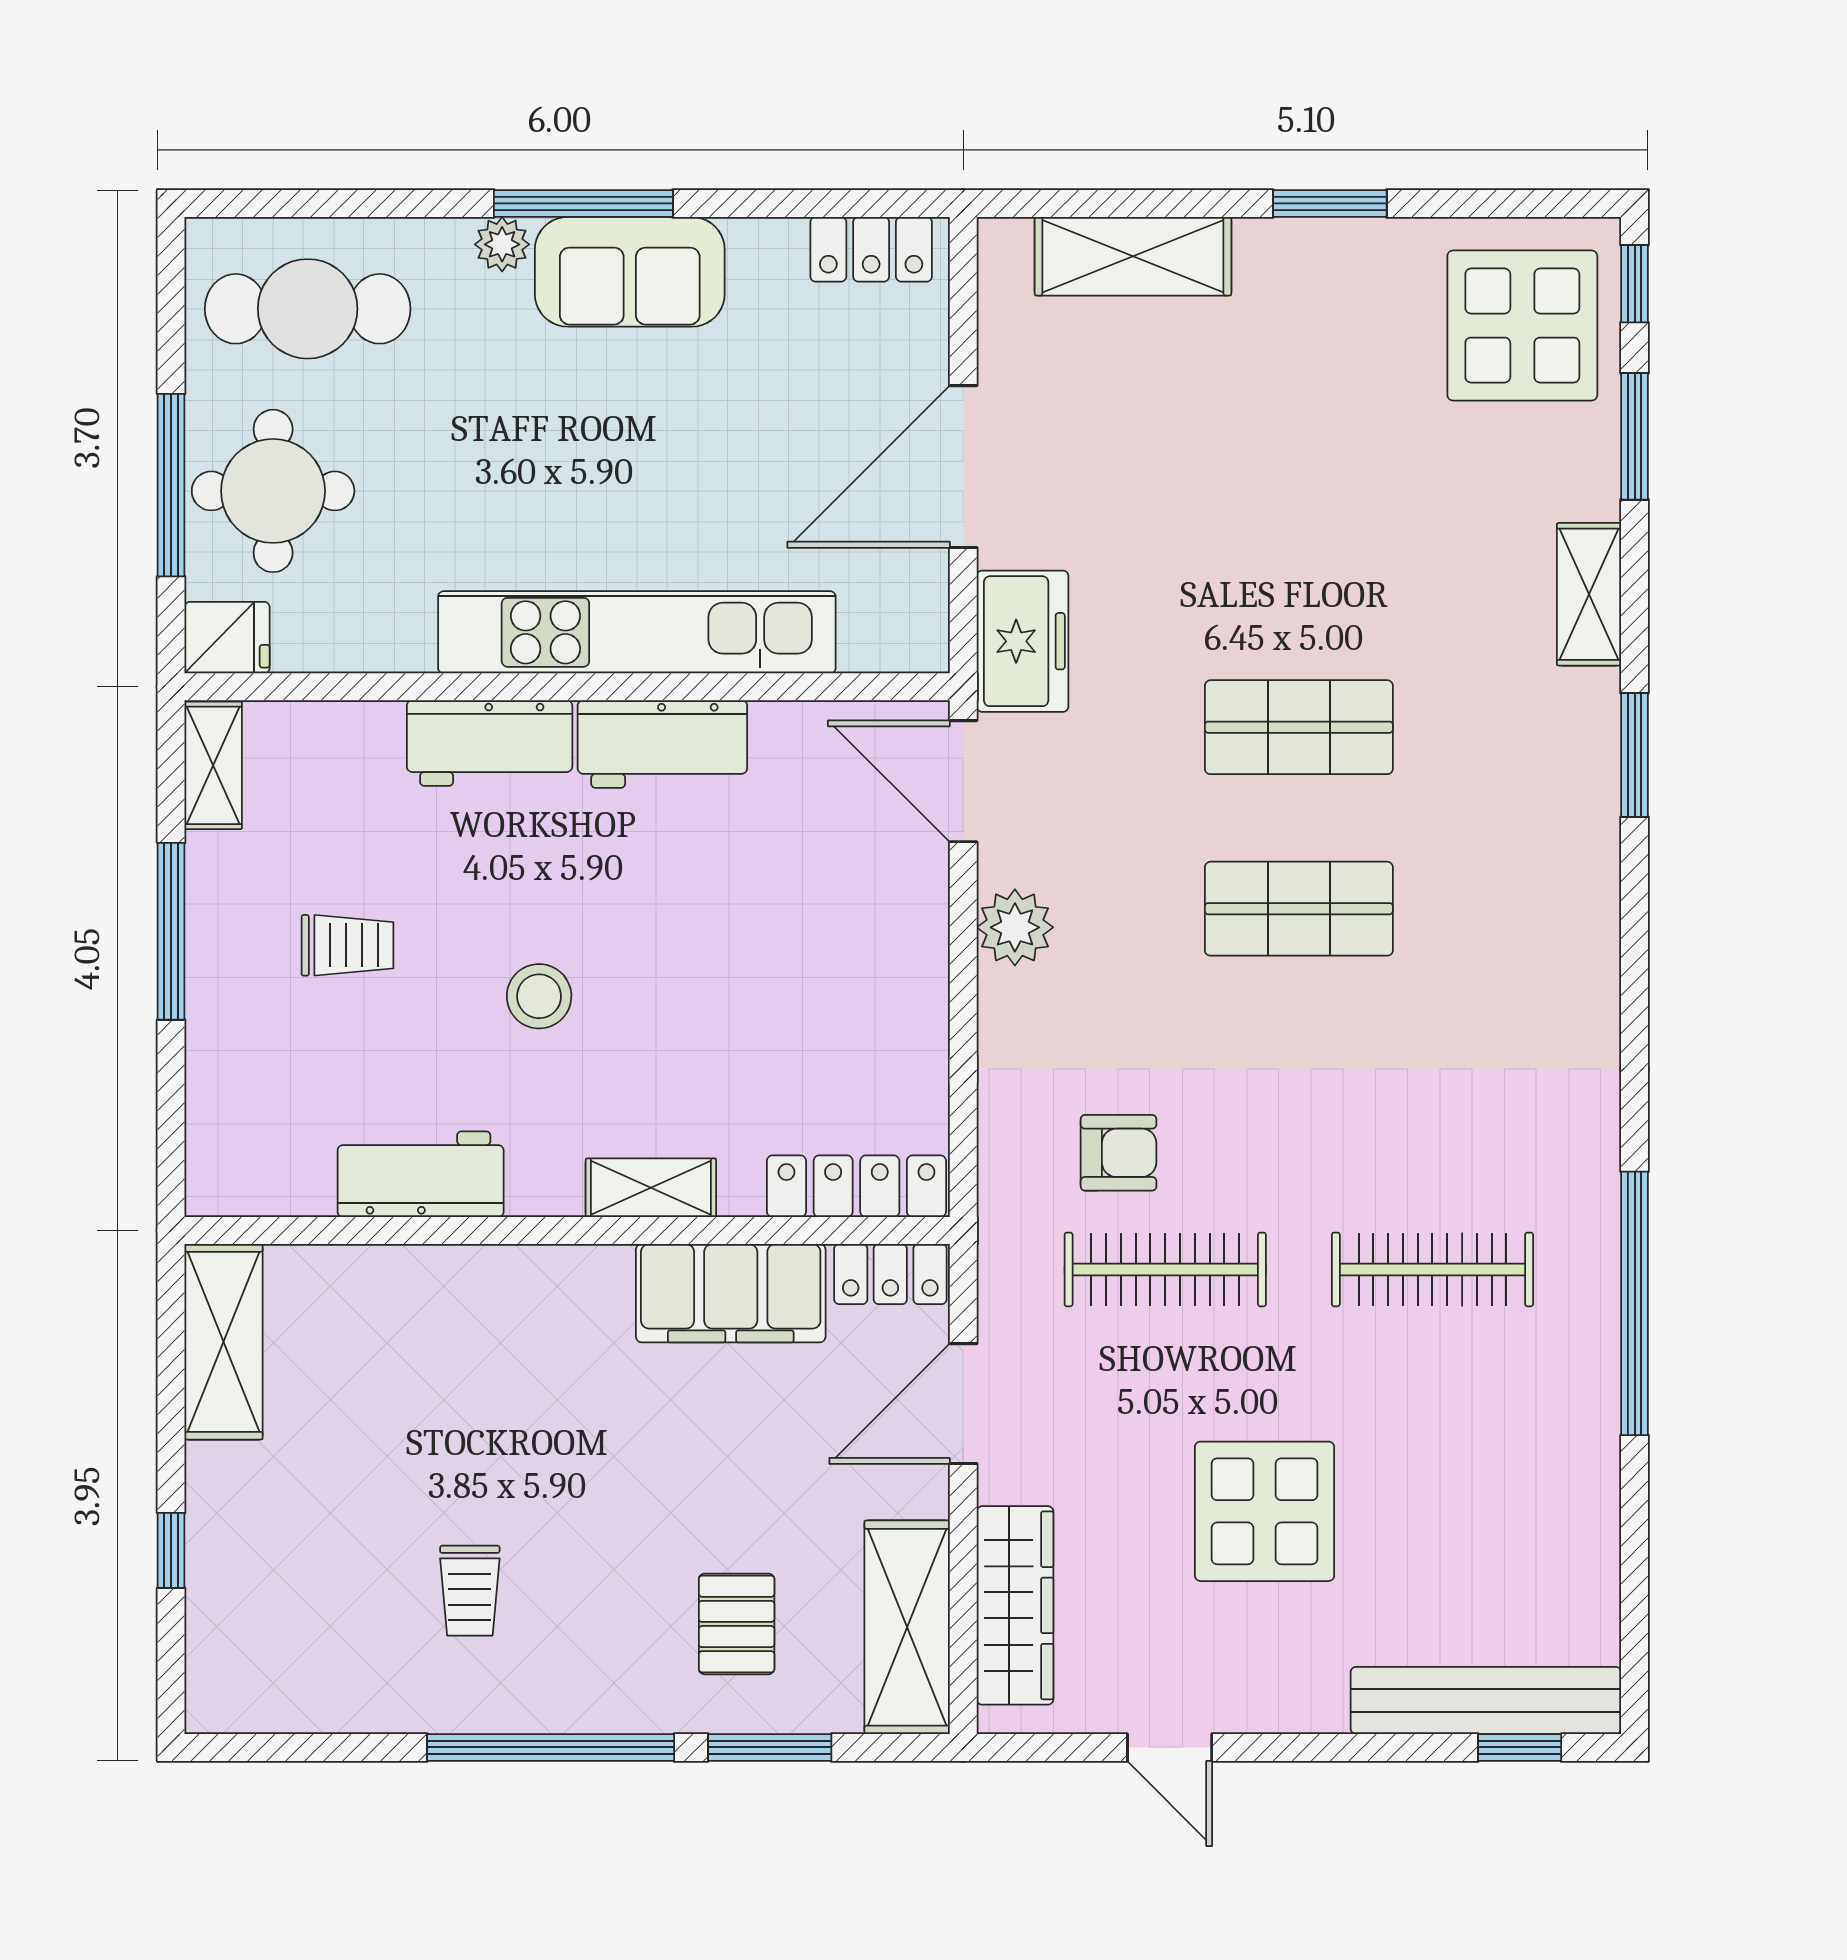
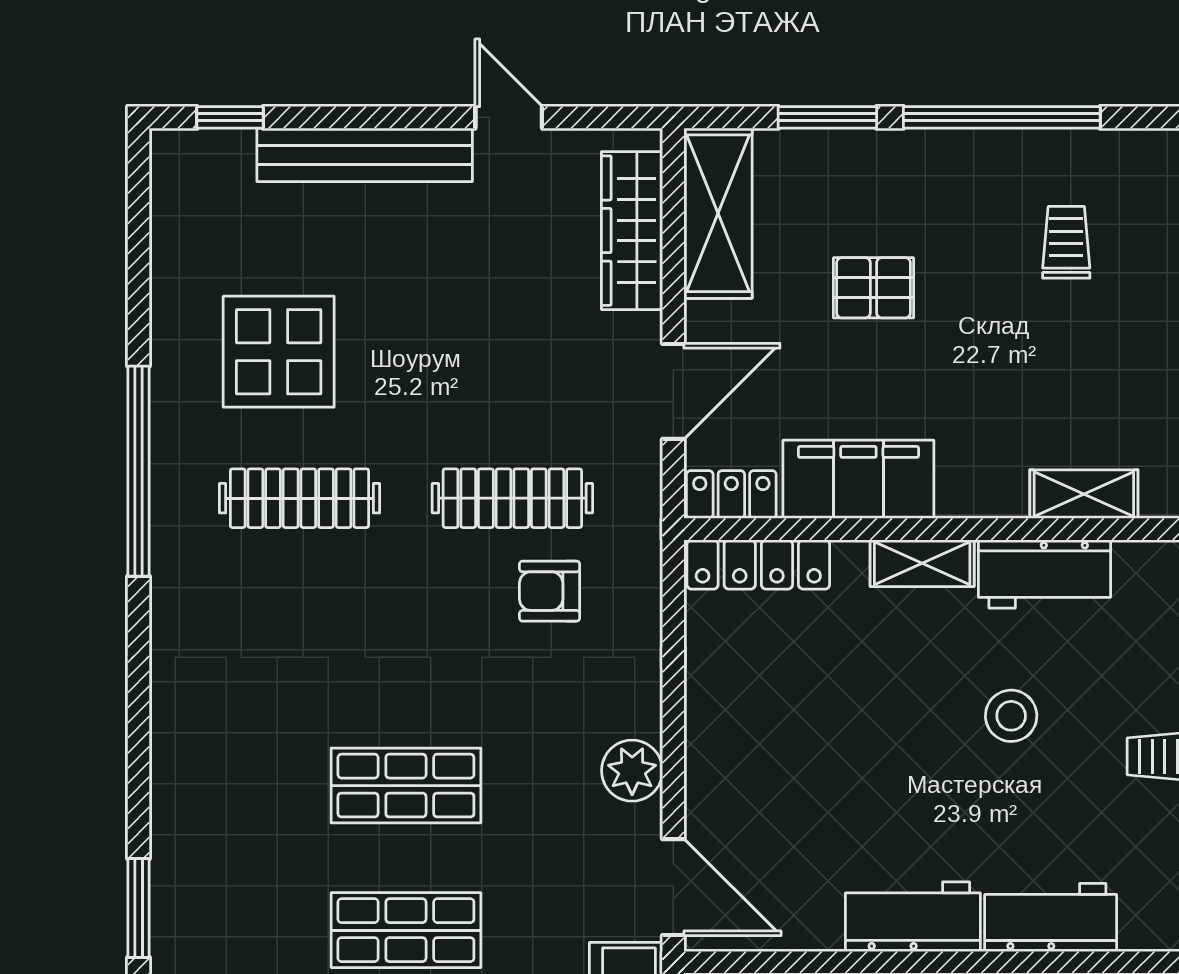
workbench: (421, 1174) -> (1044, 574), moved
shelving: (448, 1275) -> (1084, 494), added
display table: (1265, 1511) -> (279, 352), moved
pallet: (737, 1624) -> (873, 288), moved, turned 90
bench: (1486, 1700) -> (365, 155), moved

